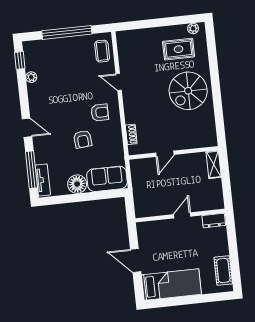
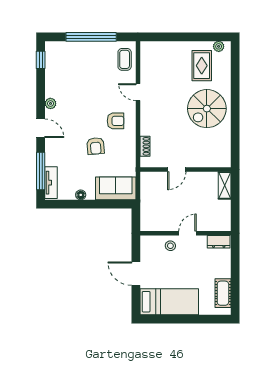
rug: (179, 49) -> (202, 66), turned 90
plant: (31, 77) -> (50, 103), moved
floor lamp: (77, 184) -> (81, 195), width x0.53, depth x0.53
stool: (167, 229) -> (170, 246), added

